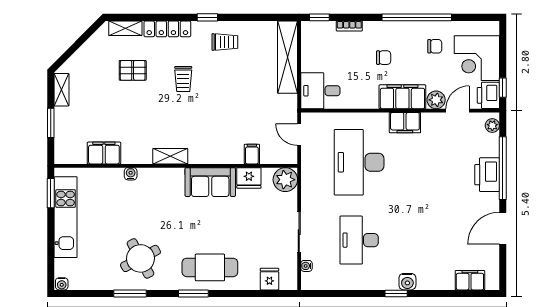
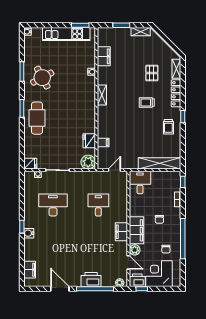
desk: (359, 162) -> (98, 205), width x0.53, depth x0.77
sofa: (210, 182) -> (87, 118), removed
fridge: (269, 279) -> (30, 164), moved

